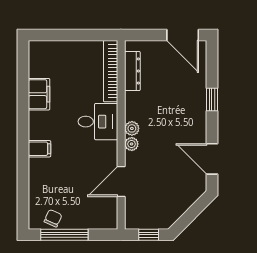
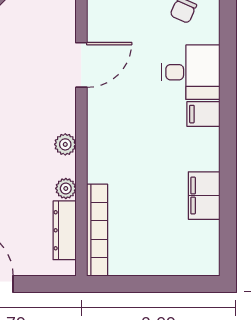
desk: (98, 122) -> (191, 72), moved, turned 180
plant: (132, 144) -> (66, 188), moved

